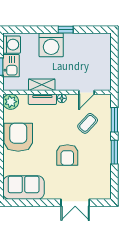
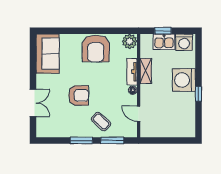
coffee table: (88, 123) -> (101, 121), moved
armchair: (18, 137) -> (96, 49), turned 90
armchair: (67, 155) -> (79, 95), turned 180
double door: (75, 203) -> (33, 103), swing flipped

